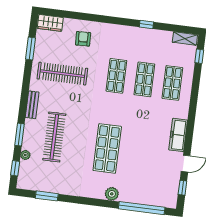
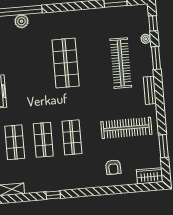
plant: (112, 194) -> (22, 21), moved

